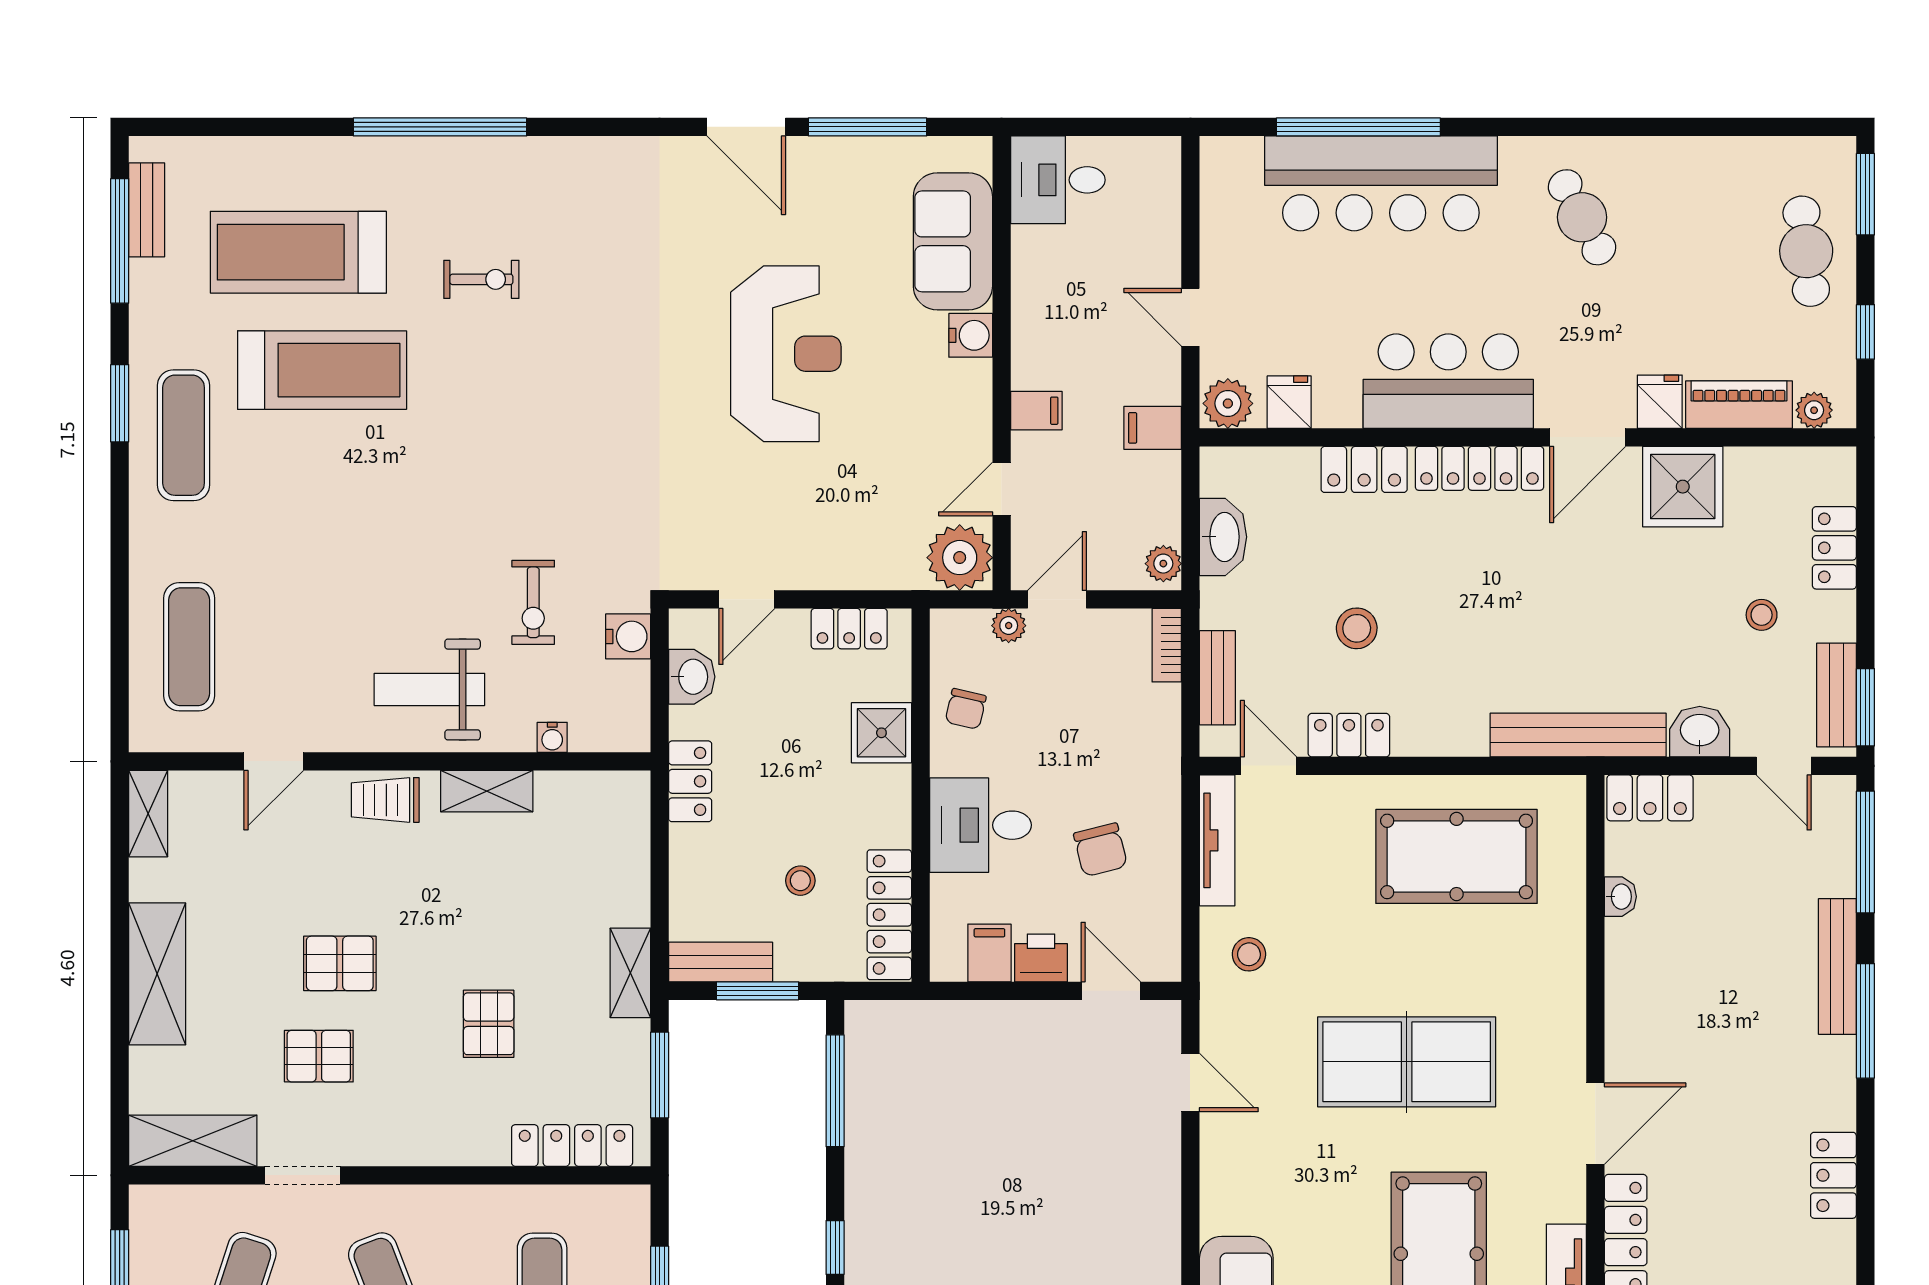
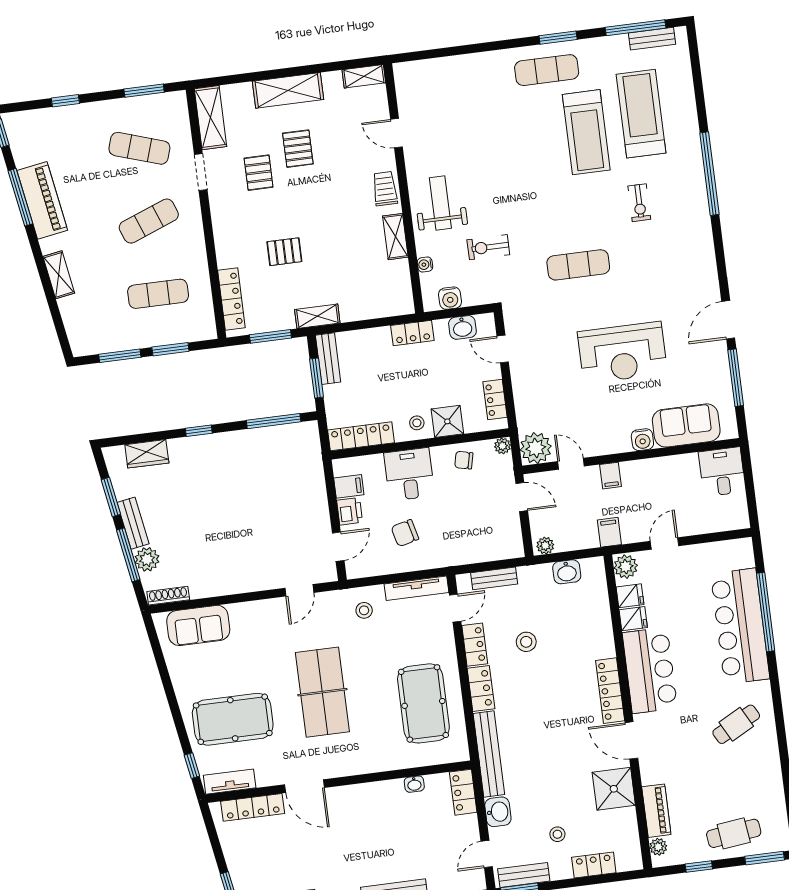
fridge: (1660, 402) -> (633, 619), moved
locker: (1364, 469) -> (481, 689), moved, turned 180
washbasin: (1223, 537) -> (567, 572), width x0.72
plant: (1009, 626) -> (502, 446), moved
water cooler: (628, 636) -> (450, 298), moved
bookcase: (1167, 645) -> (507, 552), removed
exercise mat: (189, 647) -> (578, 265), moved
stool: (800, 881) -> (417, 423), moved
pallet: (340, 963) -> (298, 149), moved

